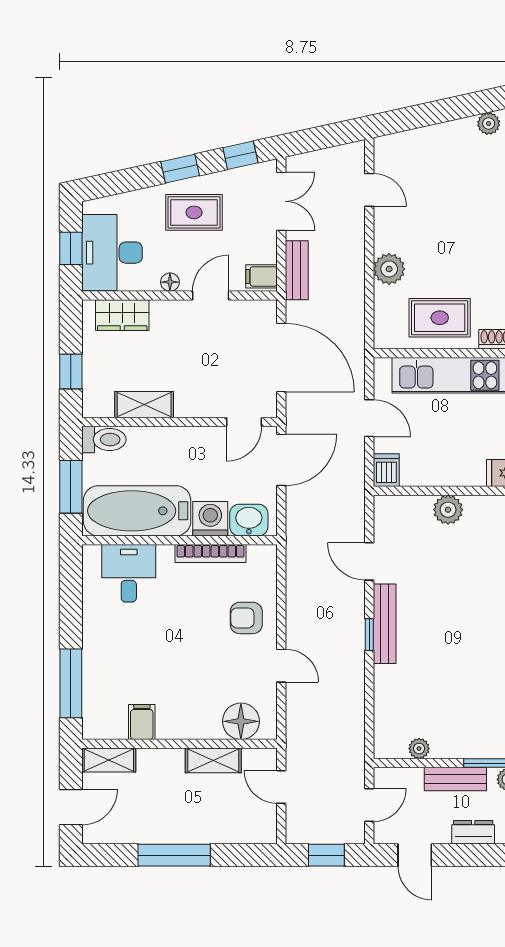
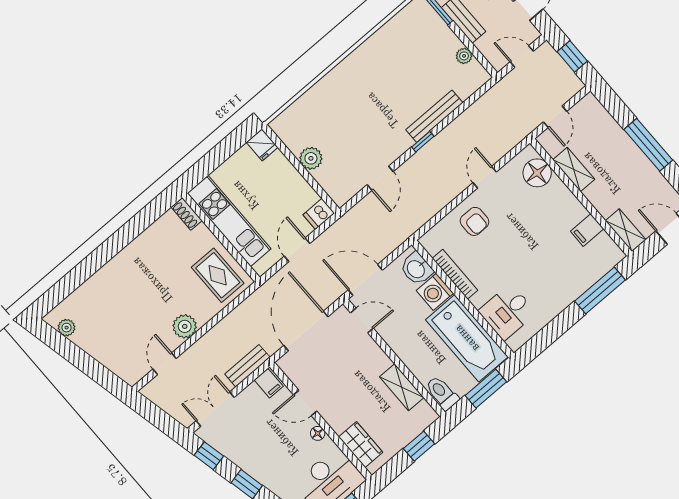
rug: (194, 212) -> (265, 454), removed
plant: (389, 269) -> (185, 326), moved
rug: (440, 318) -> (218, 275), moved
bench: (385, 624) -> (434, 116), moved

